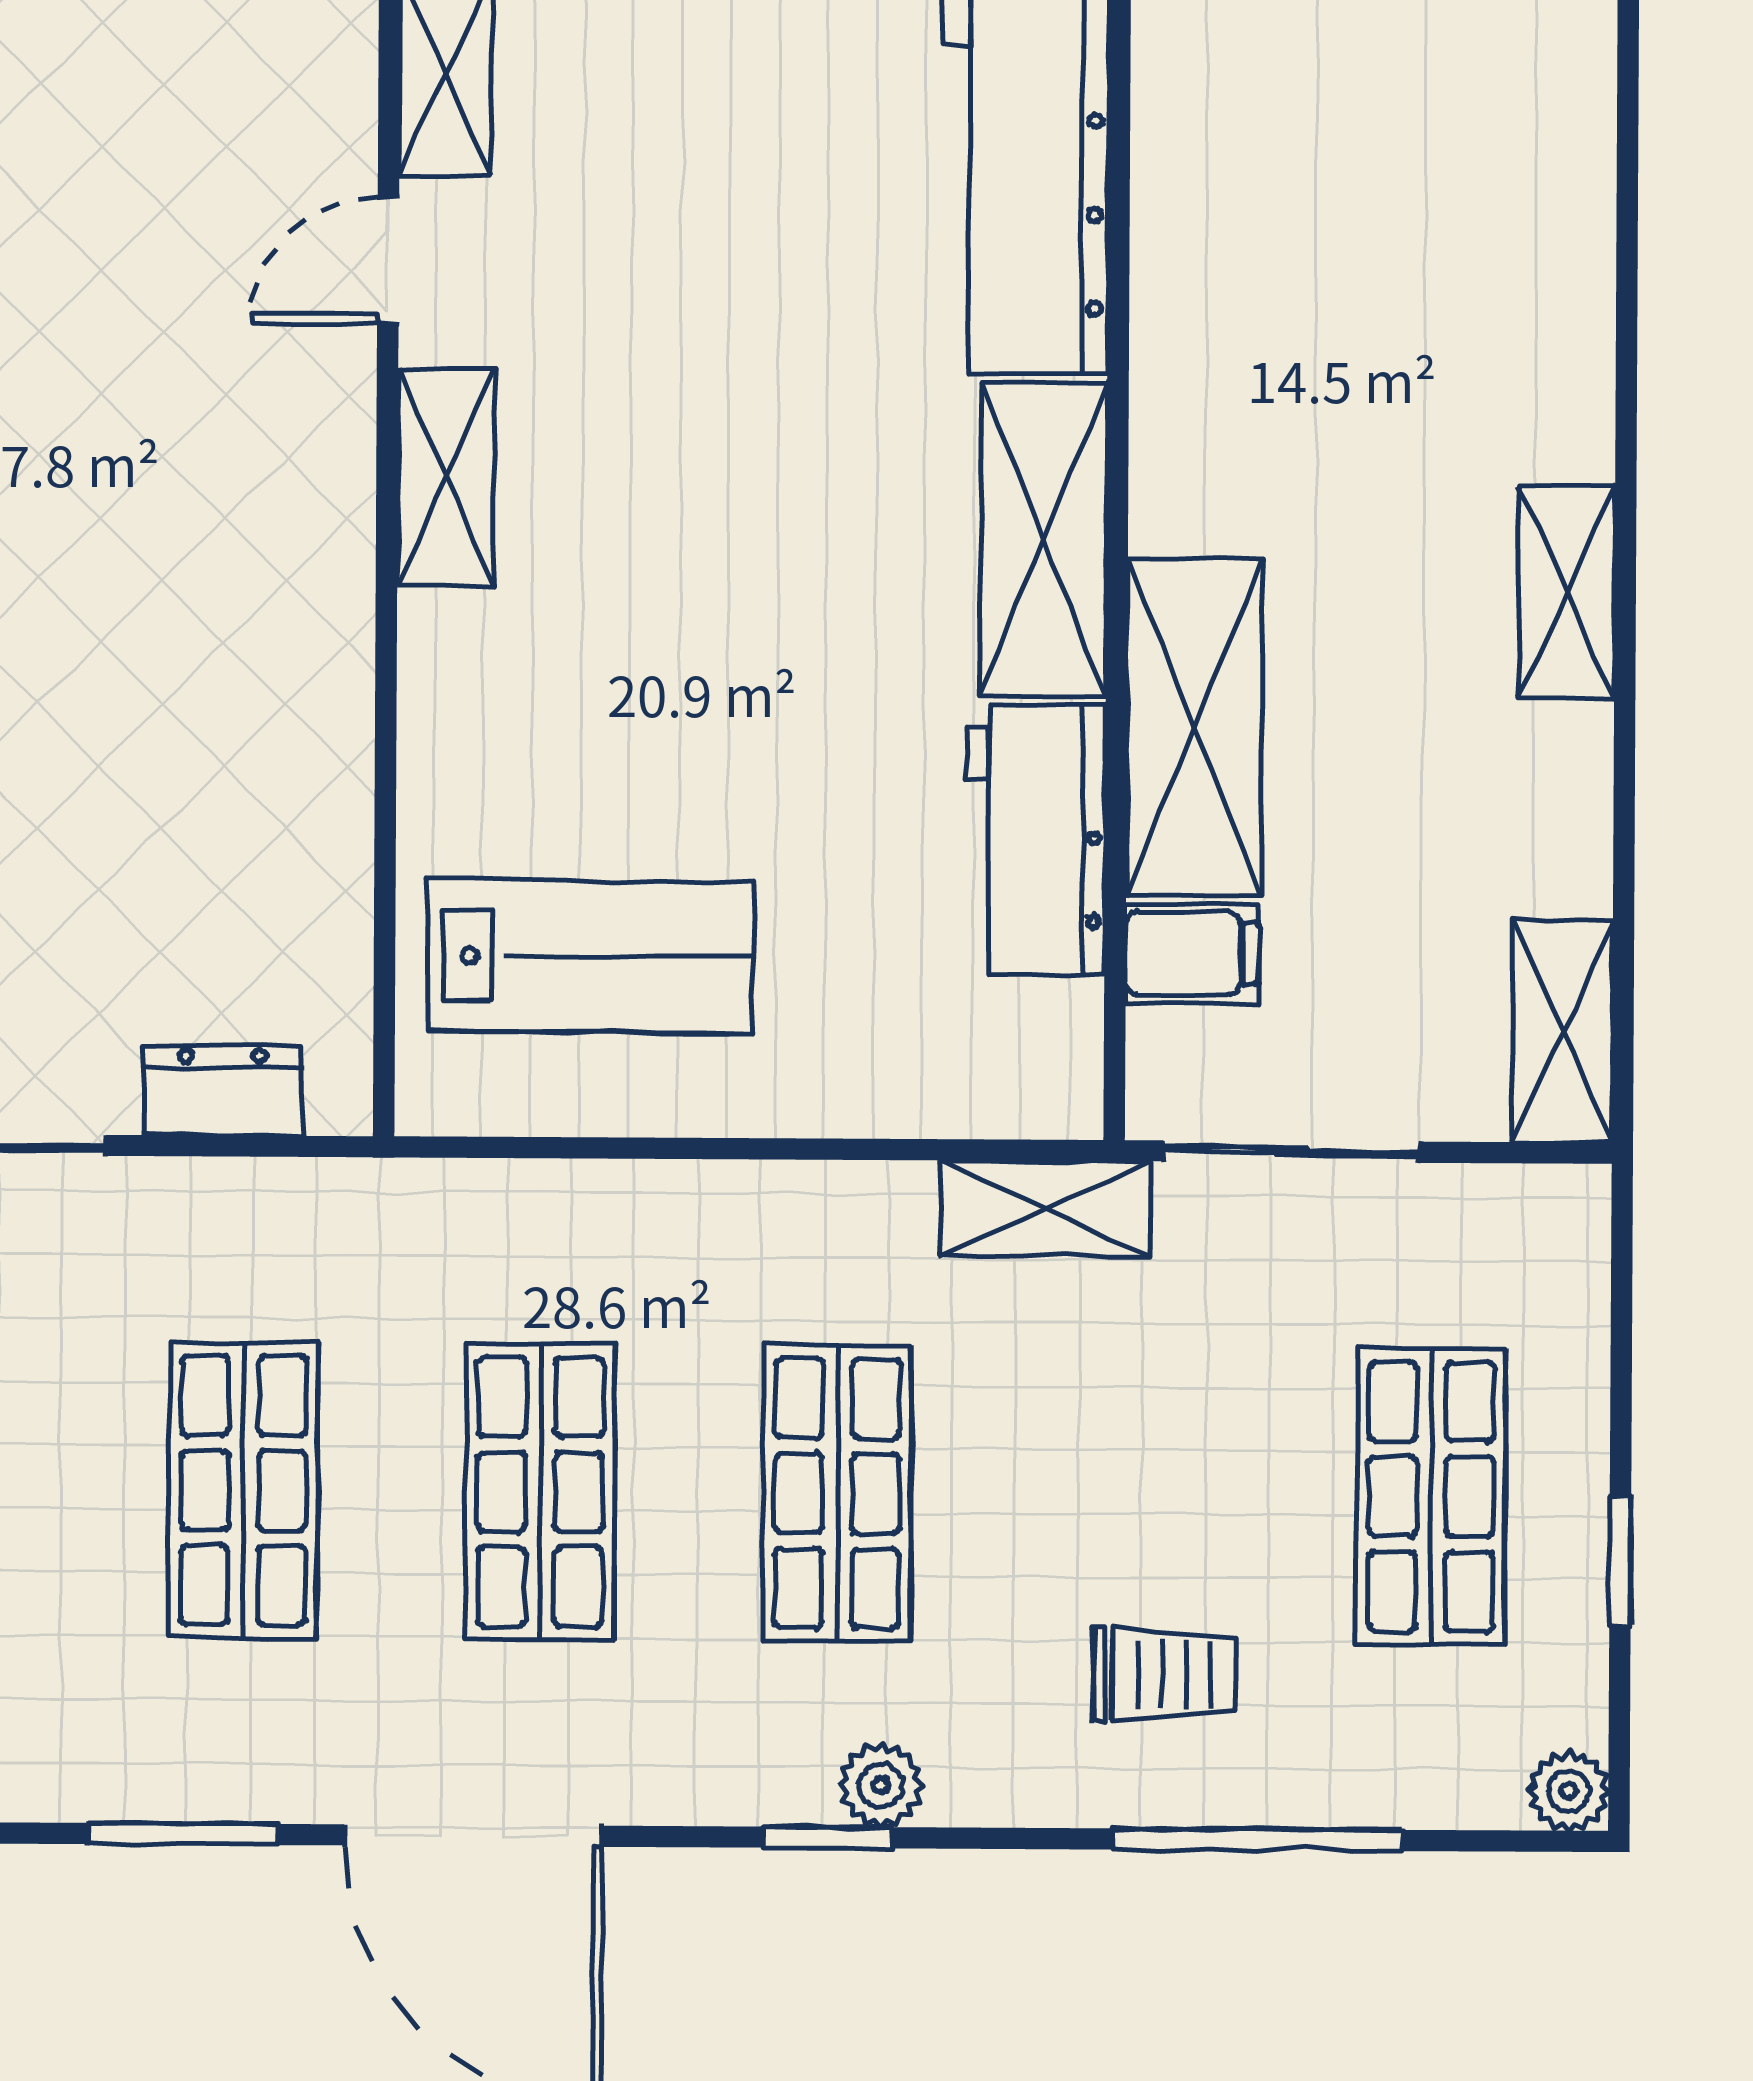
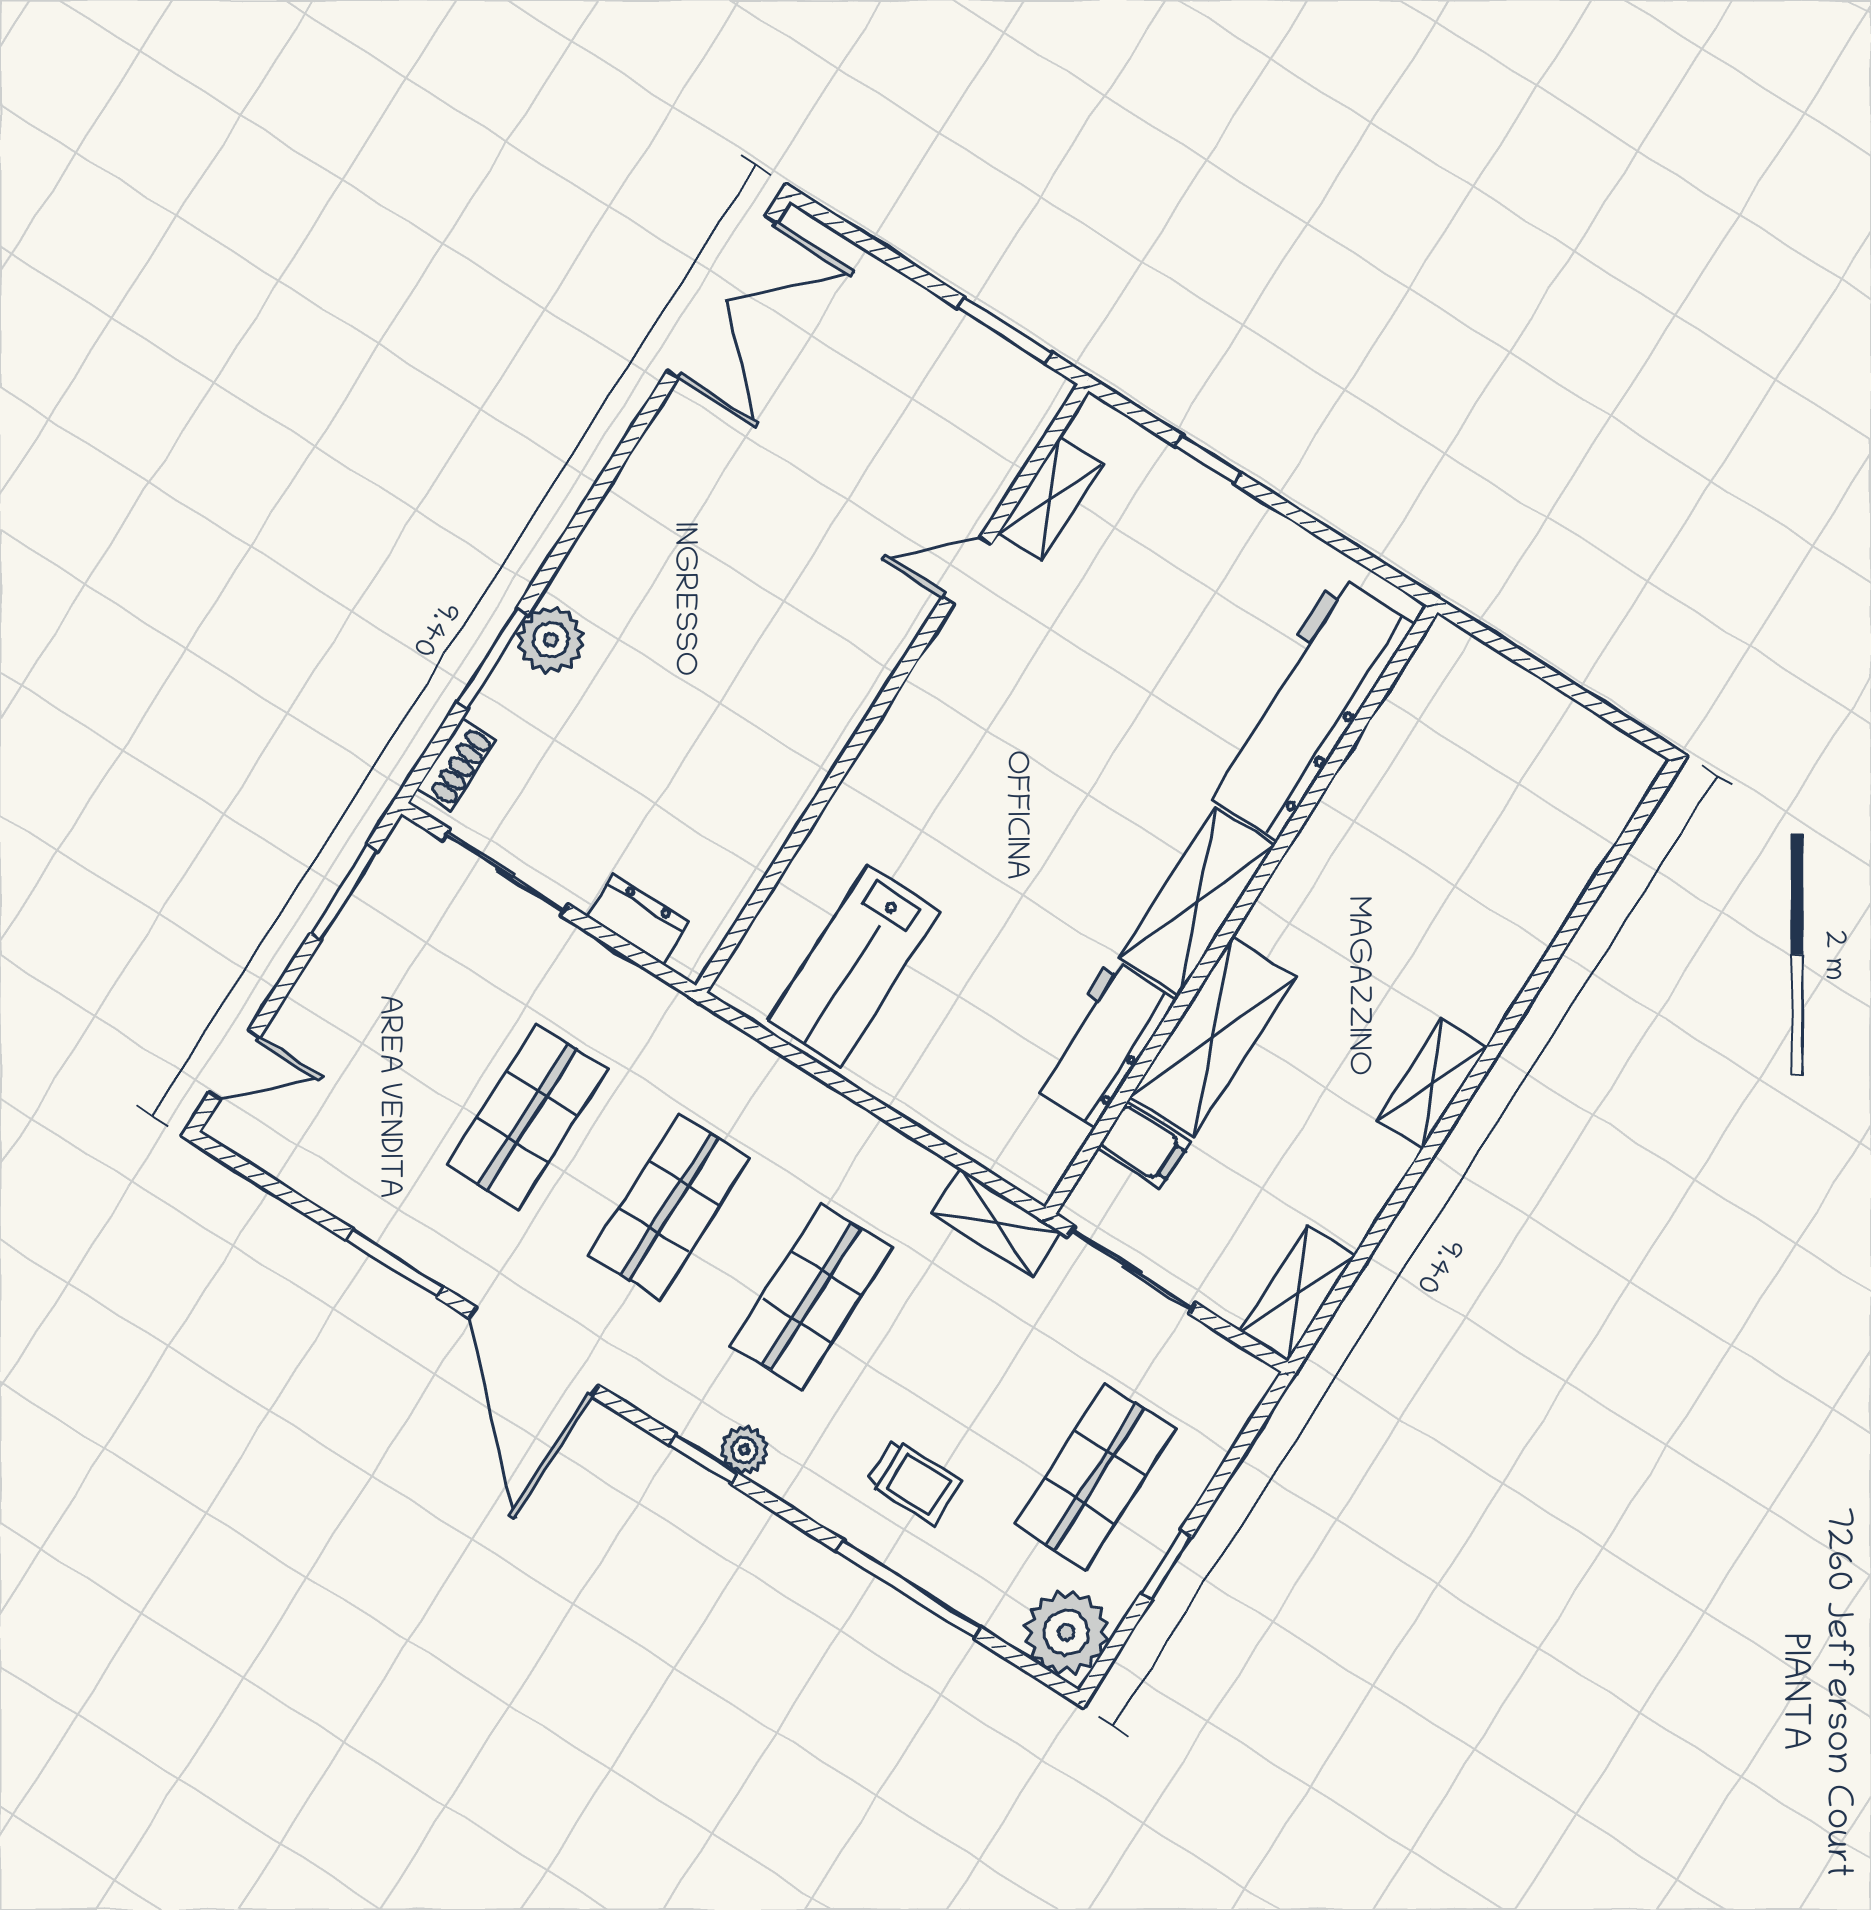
shelving: (446, 477) -> (929, 692), removed
lab bench: (590, 956) -> (854, 965), turned 90
plant: (1569, 1791) -> (1066, 1632), width x1.88, depth x1.88

